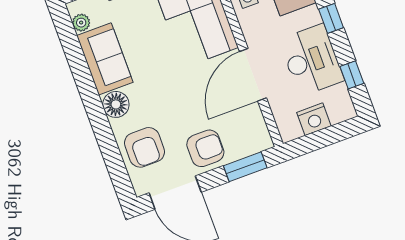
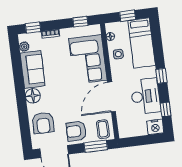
nightstand: (314, 119) -> (155, 127), moved
coffee table: (251, 134) -> (103, 129), added
armchair: (205, 148) -> (76, 131), turned 180

